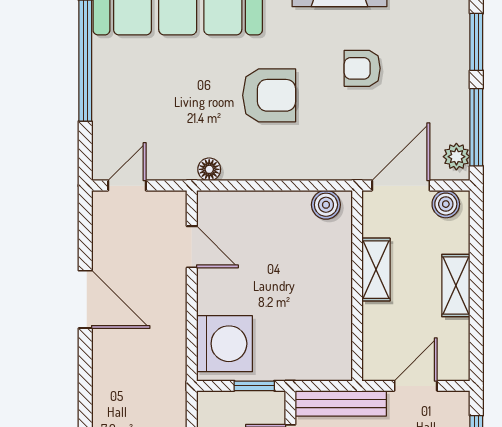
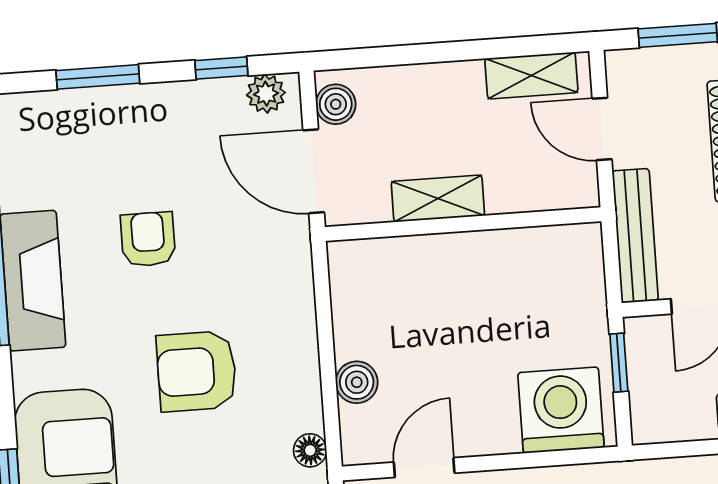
armchair: (362, 68) -> (148, 239), turned 180
armchair: (269, 95) -> (197, 371), turned -90
window: (476, 127) -> (221, 68), width x0.46
boiler: (326, 205) -> (357, 382), moved
shelving: (456, 286) -> (531, 76), moved

